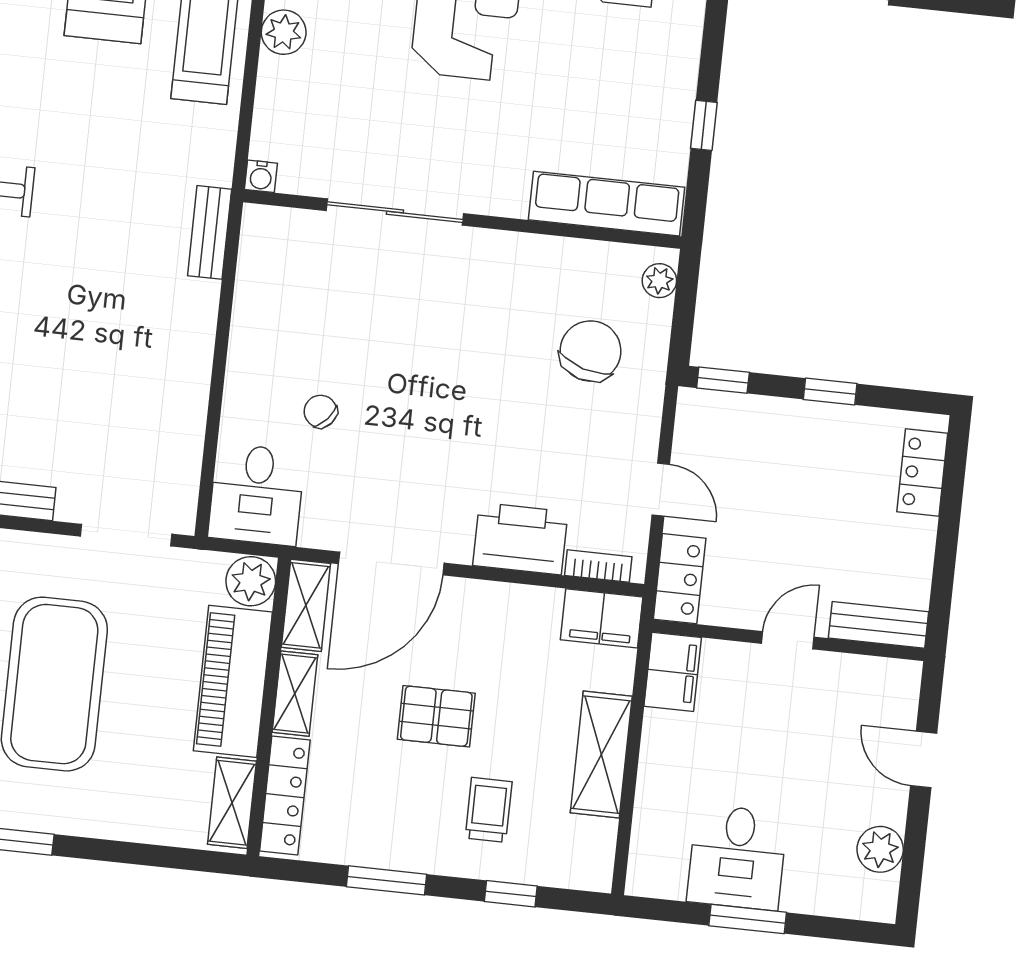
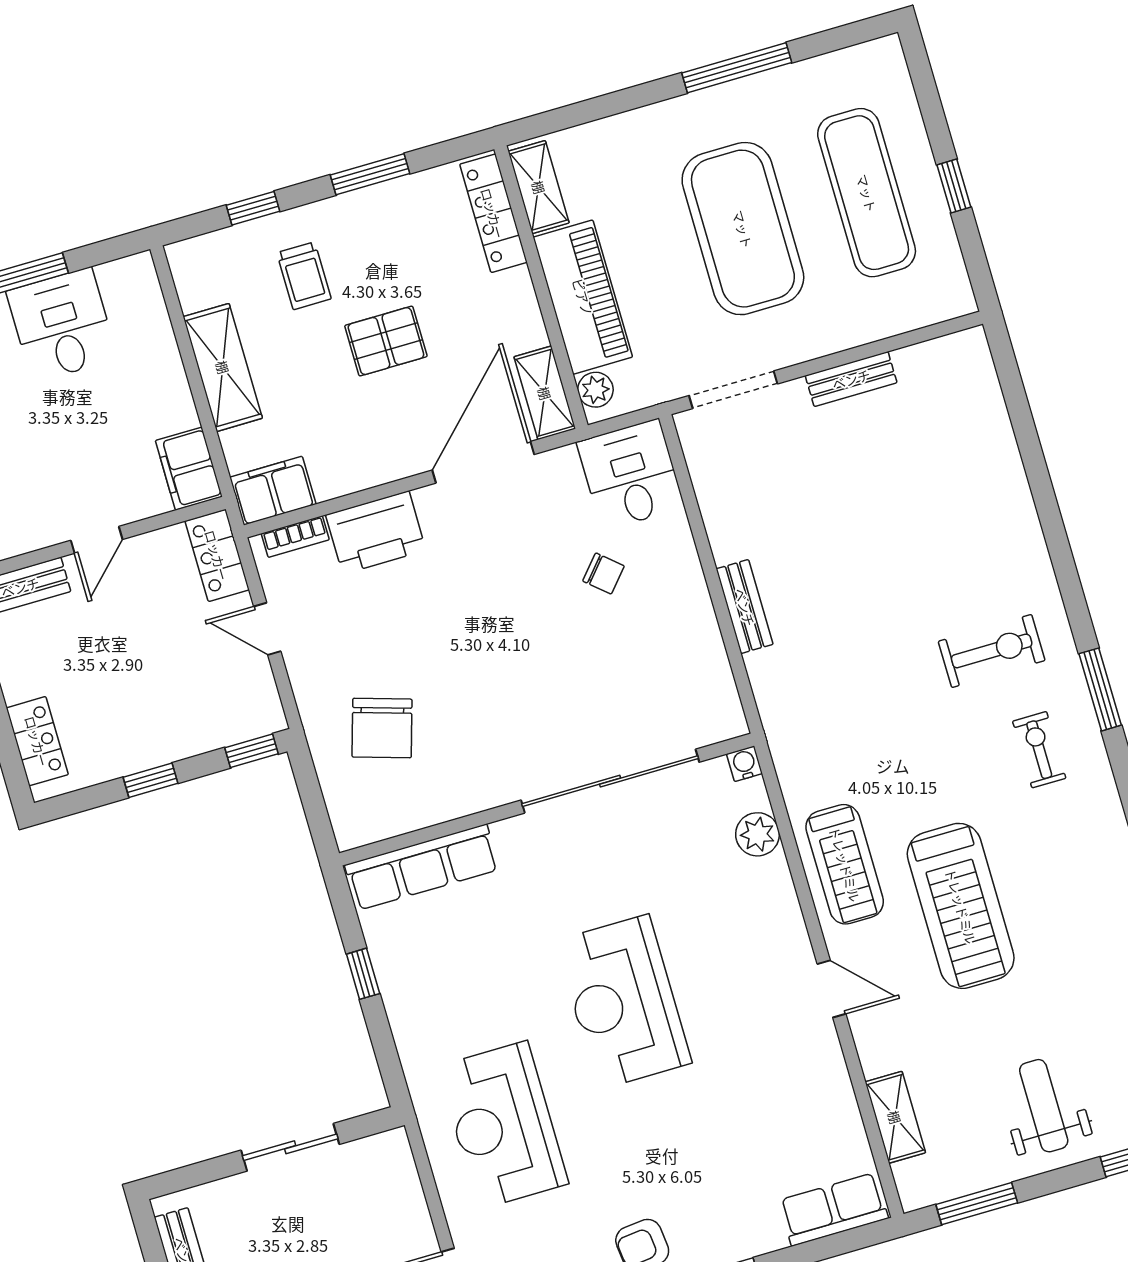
plant: (284, 32) -> (757, 834), moved
sliding door: (395, 212) -> (610, 781), width x1.36
bench: (210, 232) -> (745, 607), moved
plant: (659, 281) -> (346, 817), removed
plant: (251, 581) -> (595, 390), width x0.73, depth x0.73
shelving: (295, 694) -> (522, 309), removed

